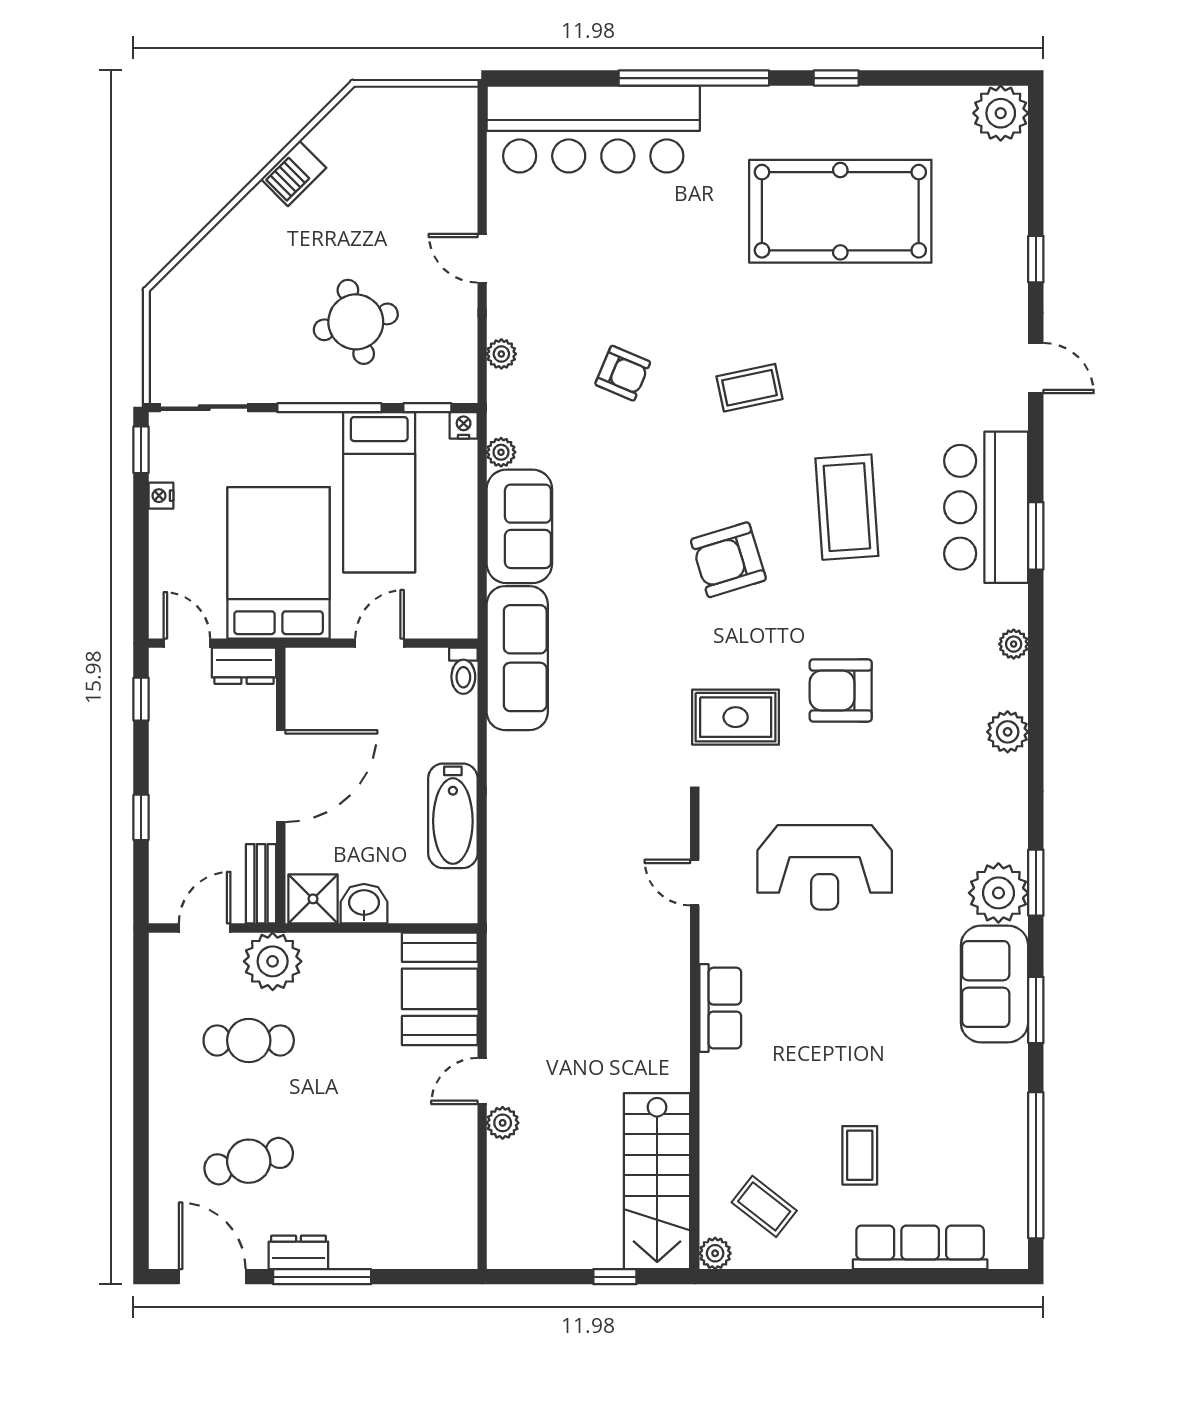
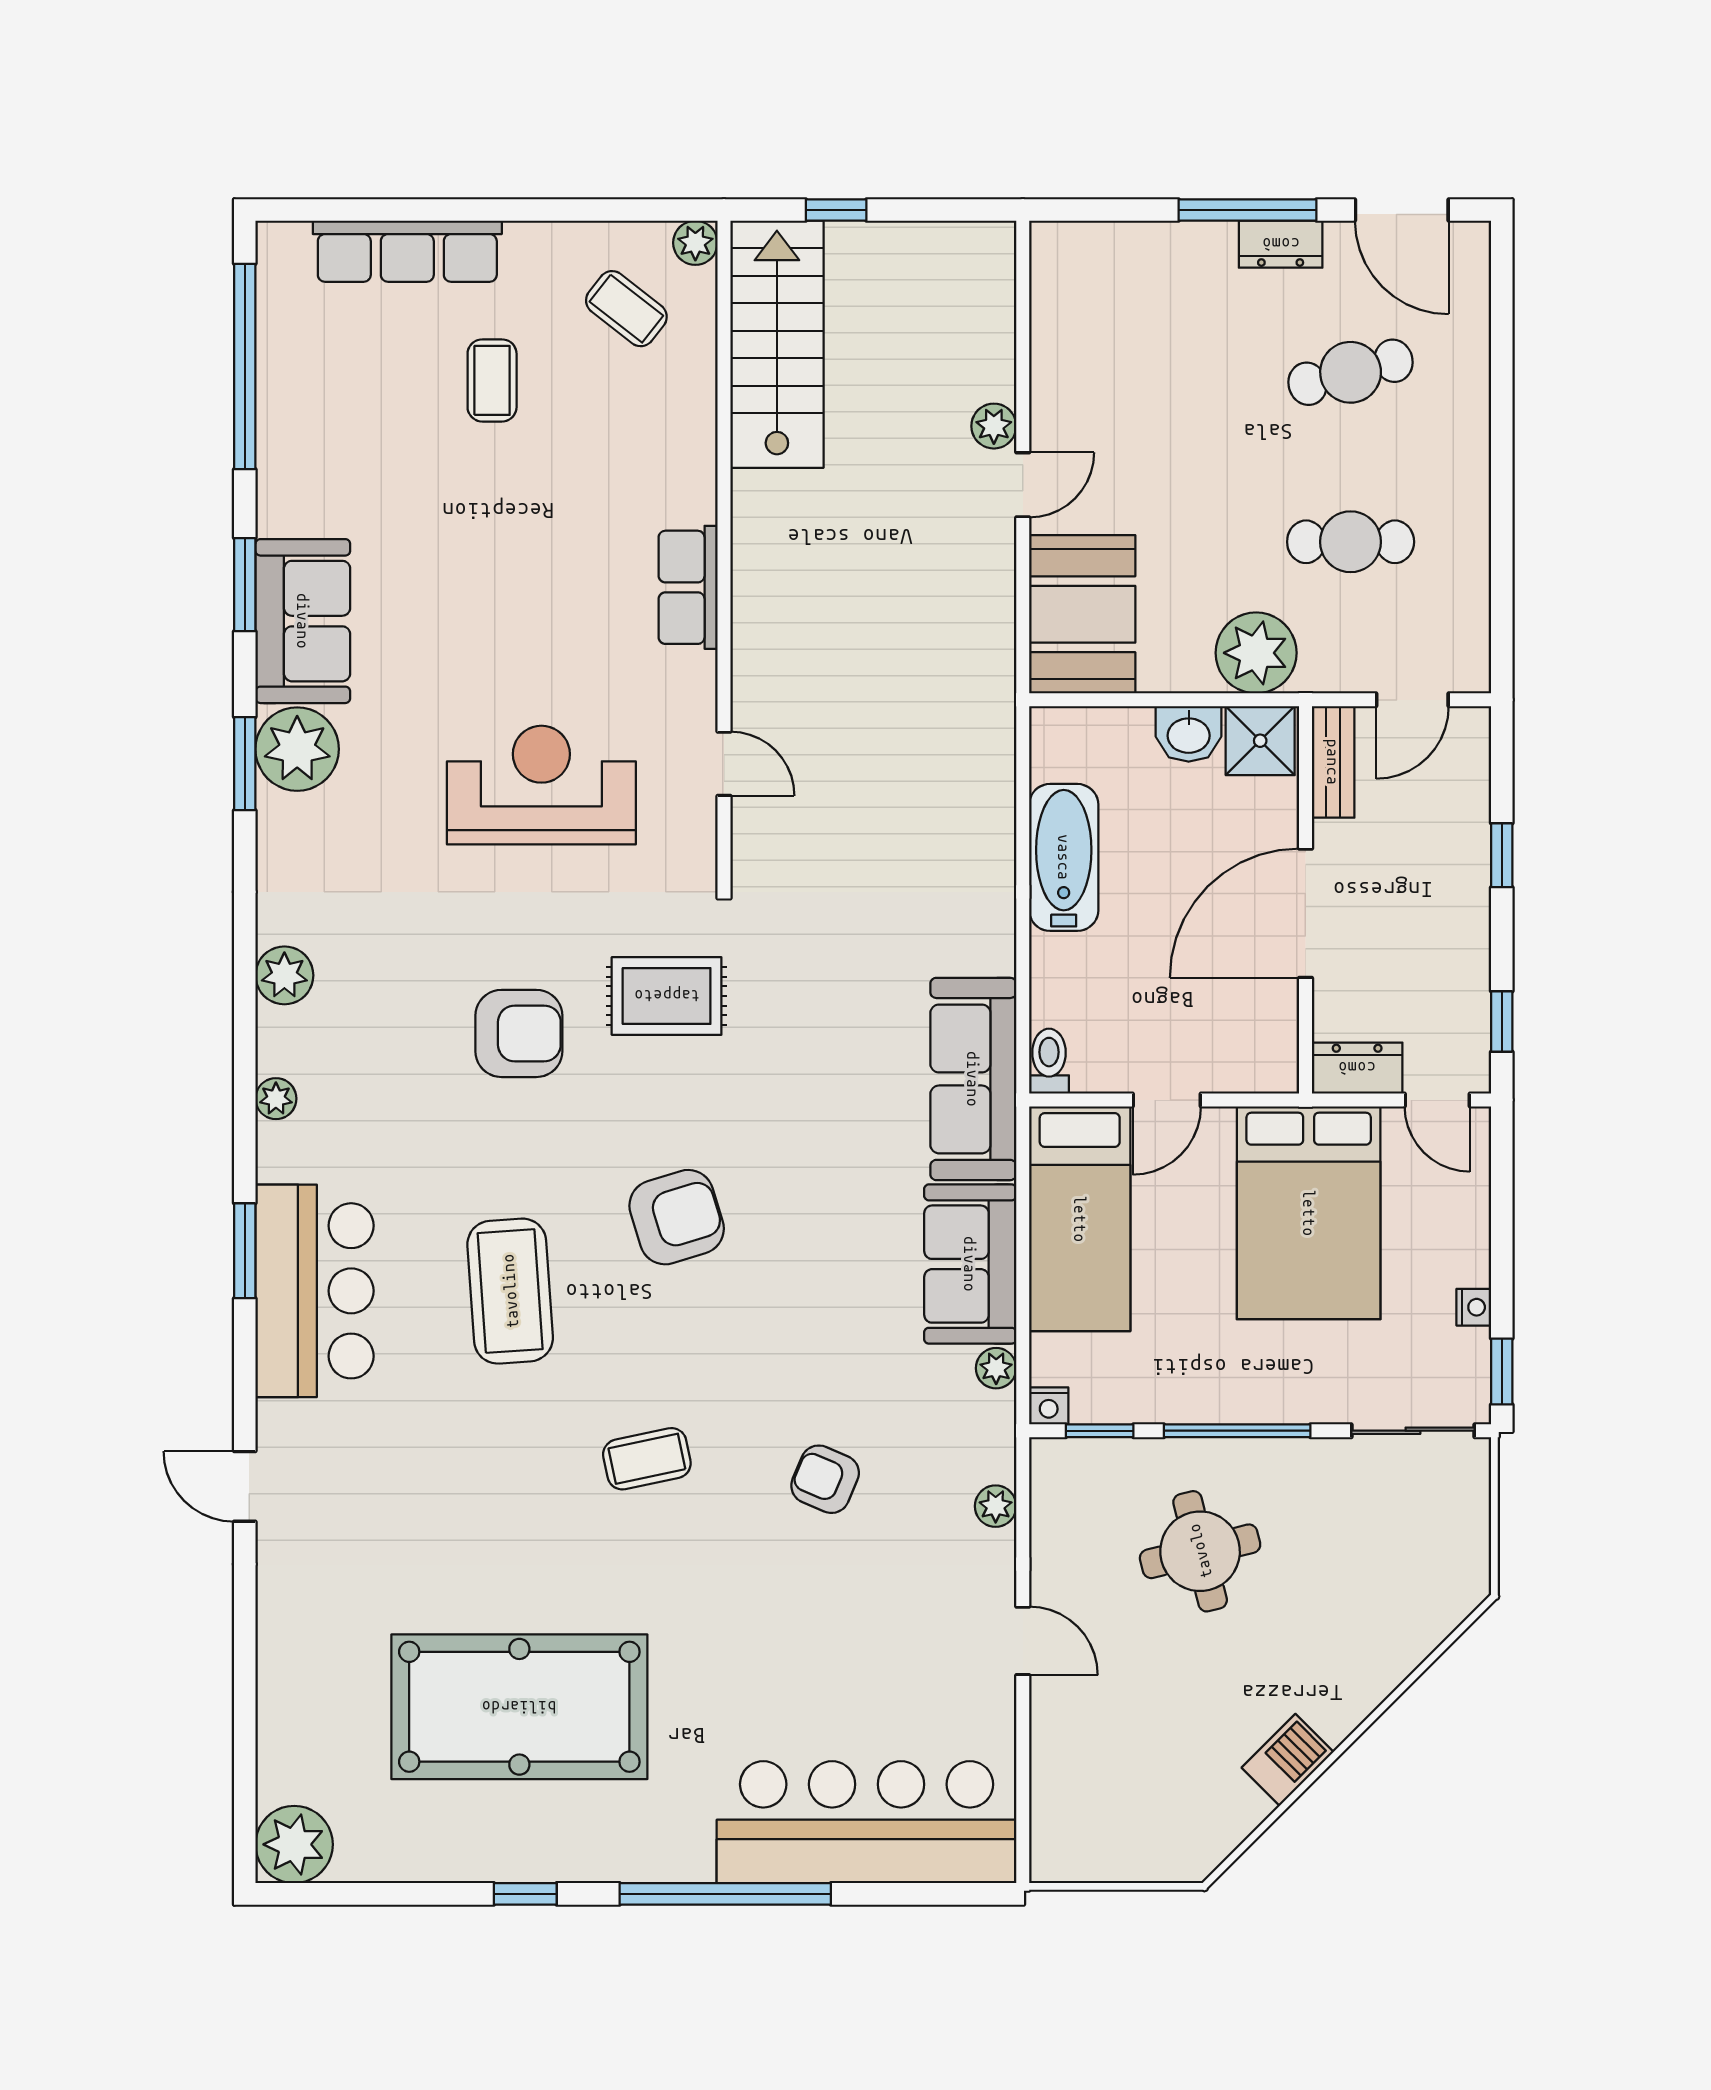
window: (1036, 259) -> (245, 1639), removed
bed: (379, 492) -> (1080, 1219), moved, turned 180
plant: (273, 961) -> (1256, 653), moved

